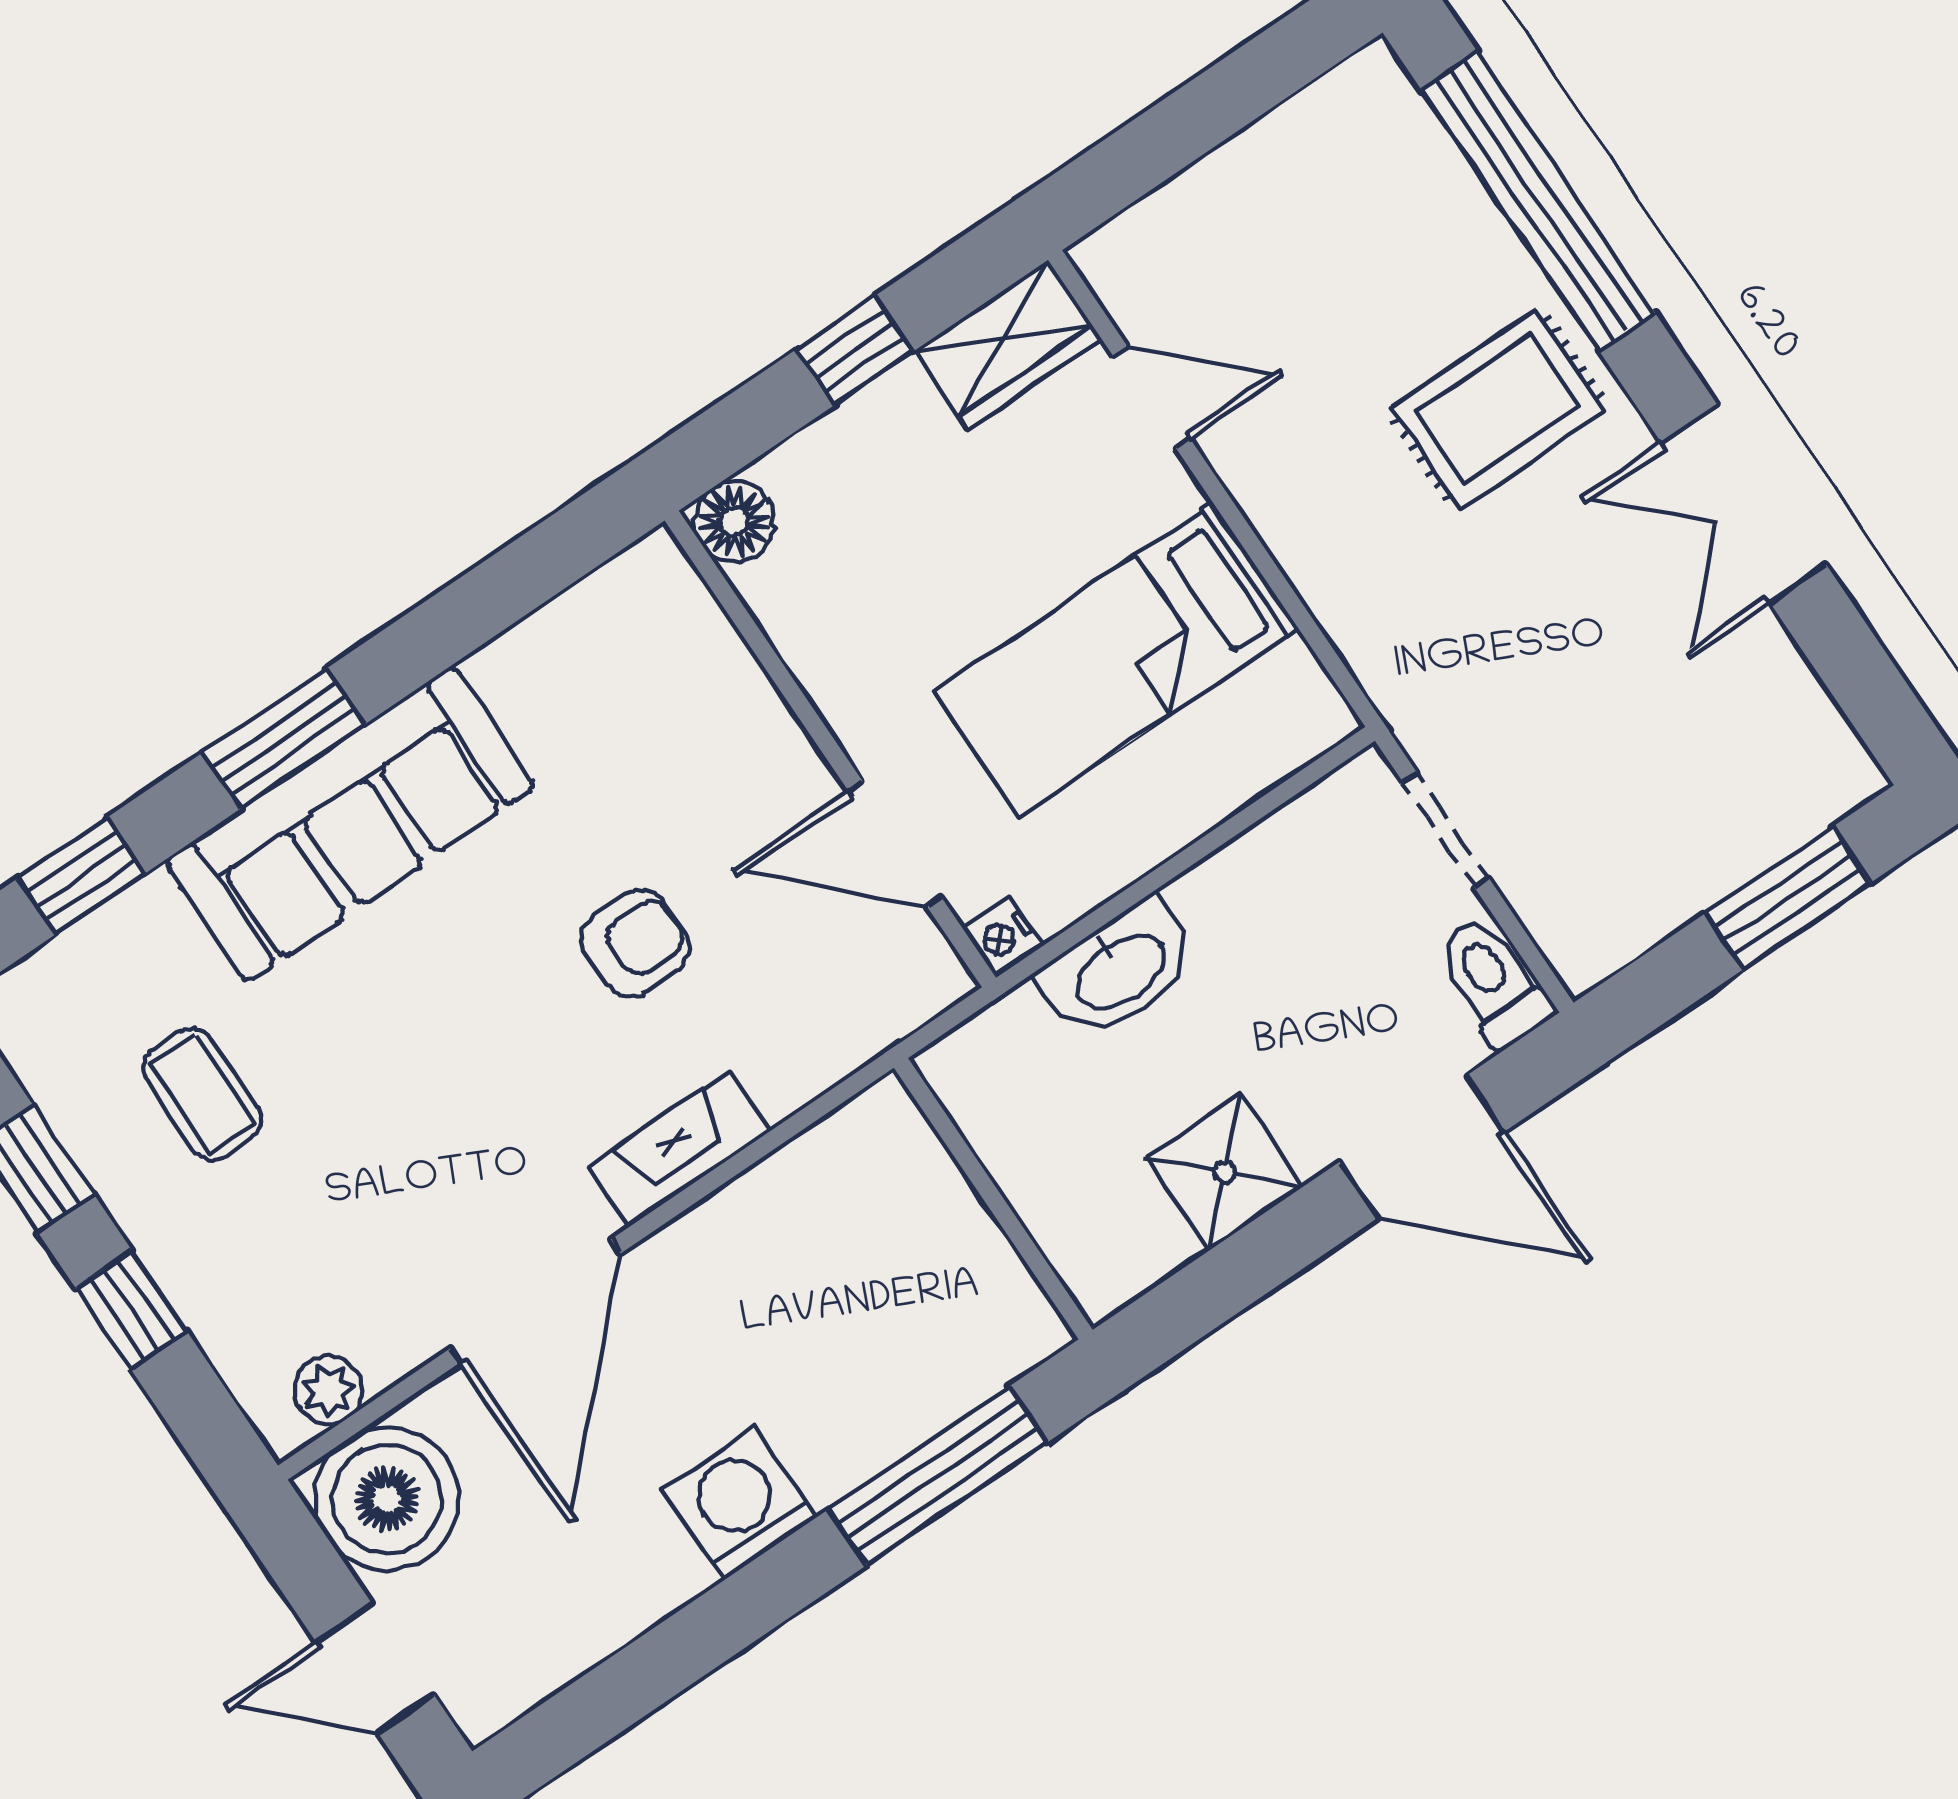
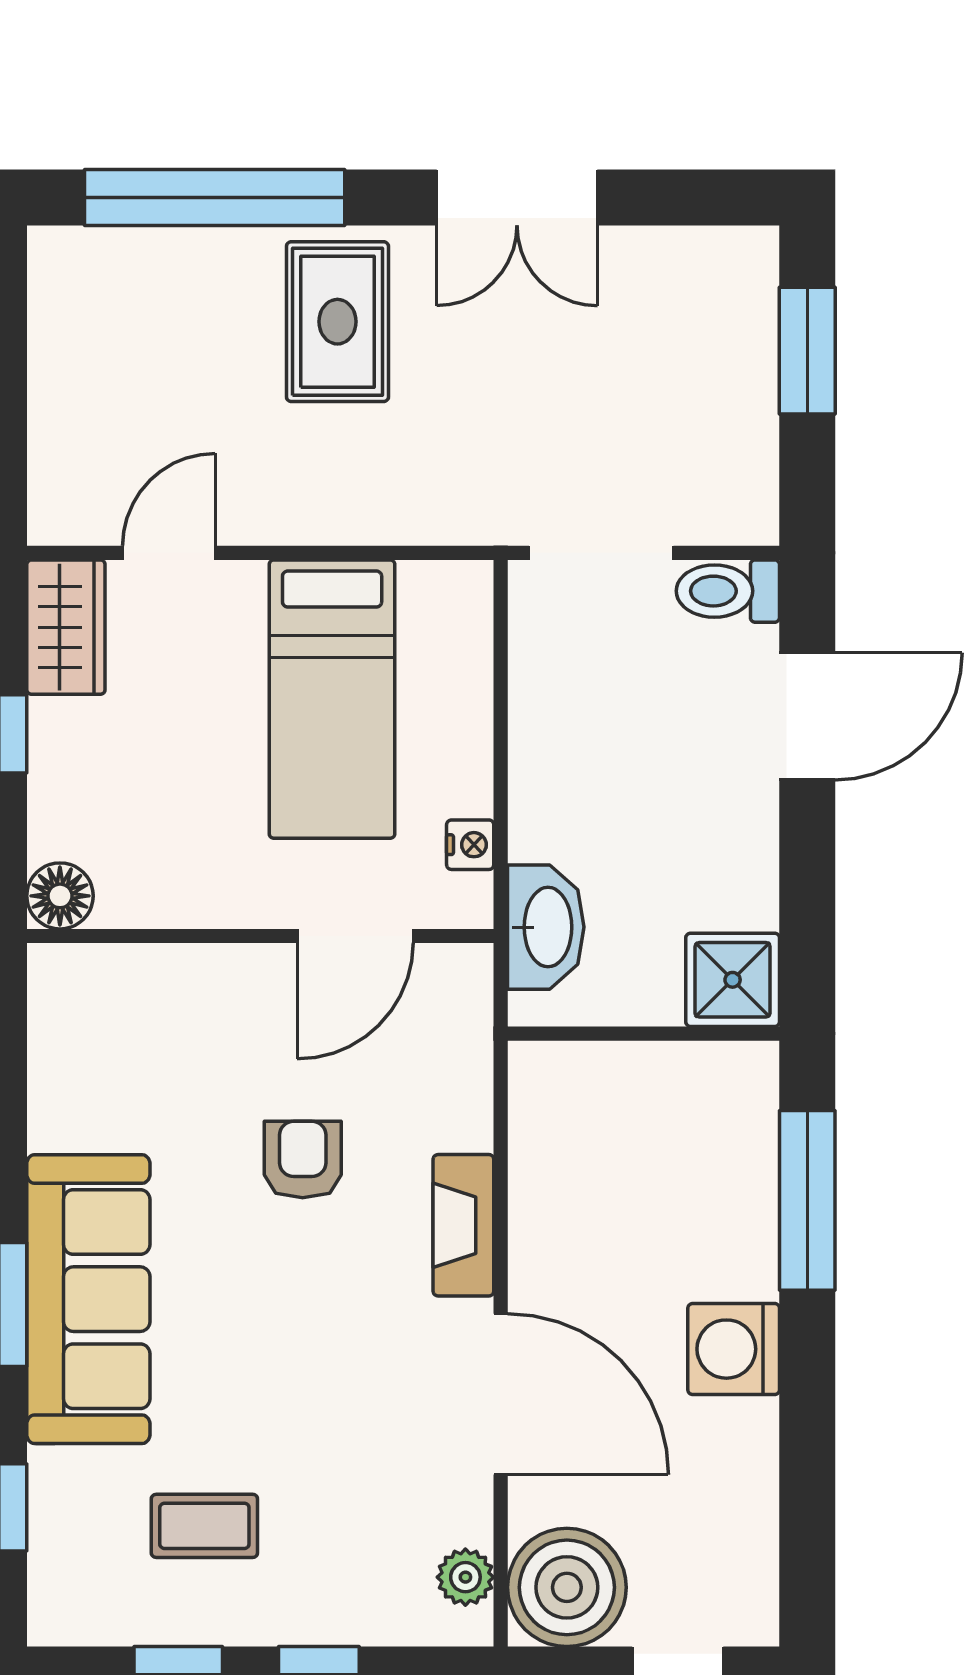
doorway: (1446, 830) -> (601, 553), width x1.38
nightstand: (1003, 937) -> (470, 845), moved, turned -90
washbasin: (1119, 970) -> (546, 927), moved
shower: (1225, 1172) -> (733, 980), moved

